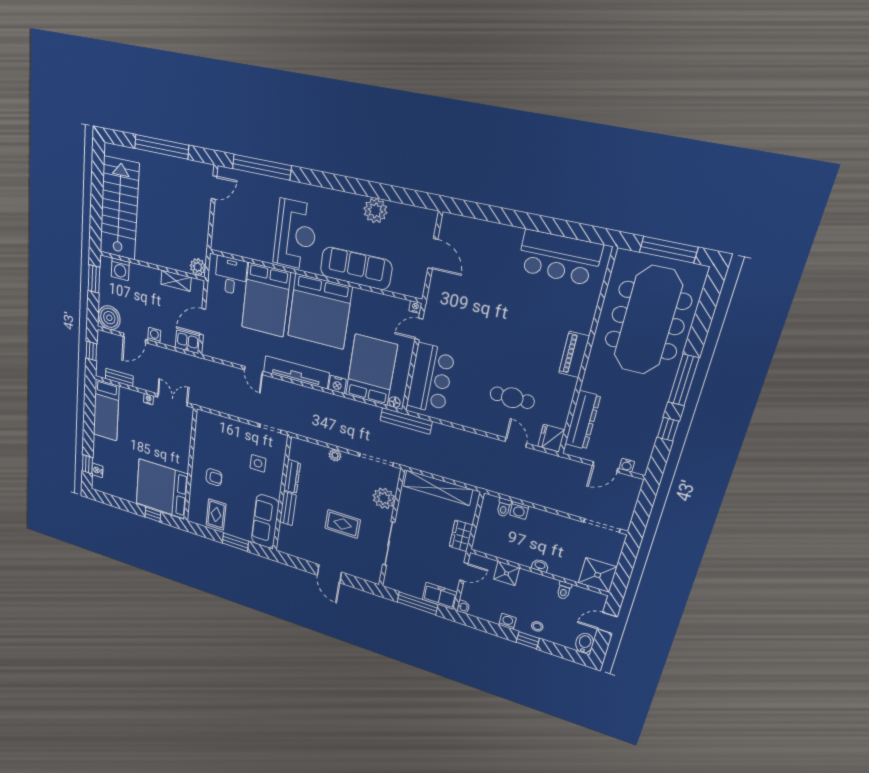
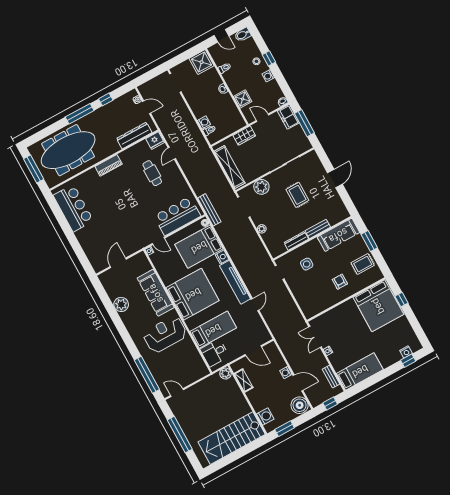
bed: (266, 300) -> (213, 330), width x0.67
kitchen sink: (187, 342) -> (272, 351), removed

